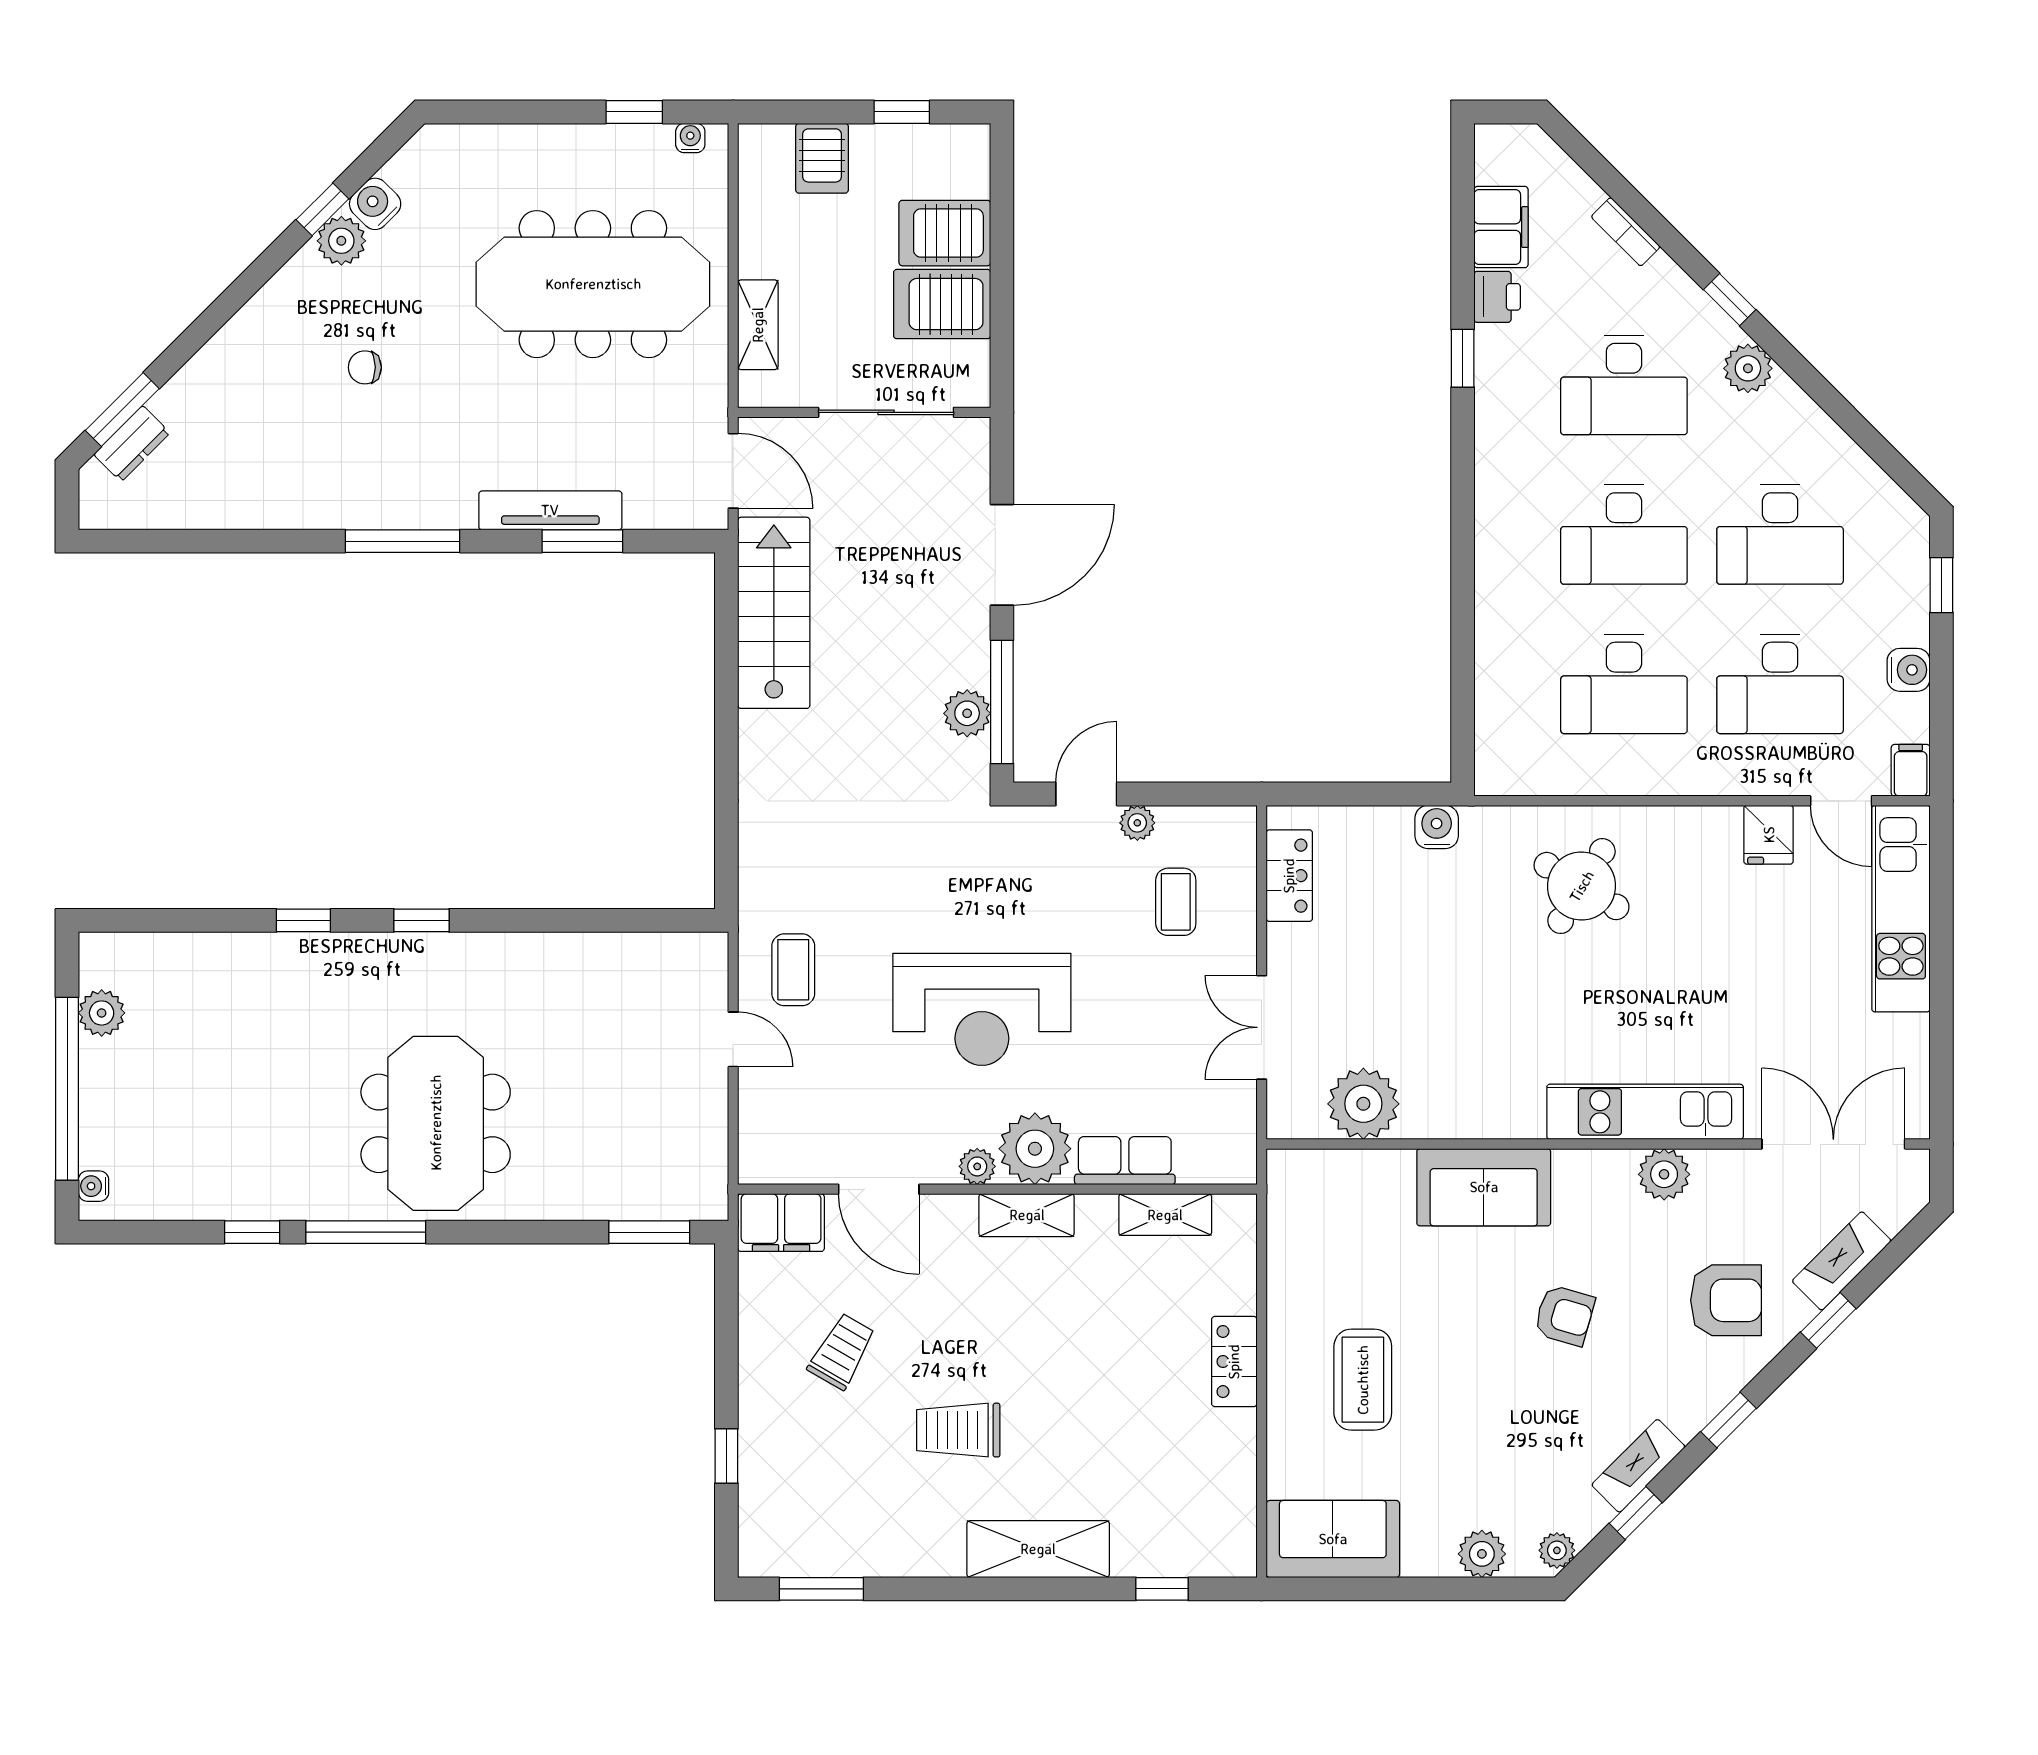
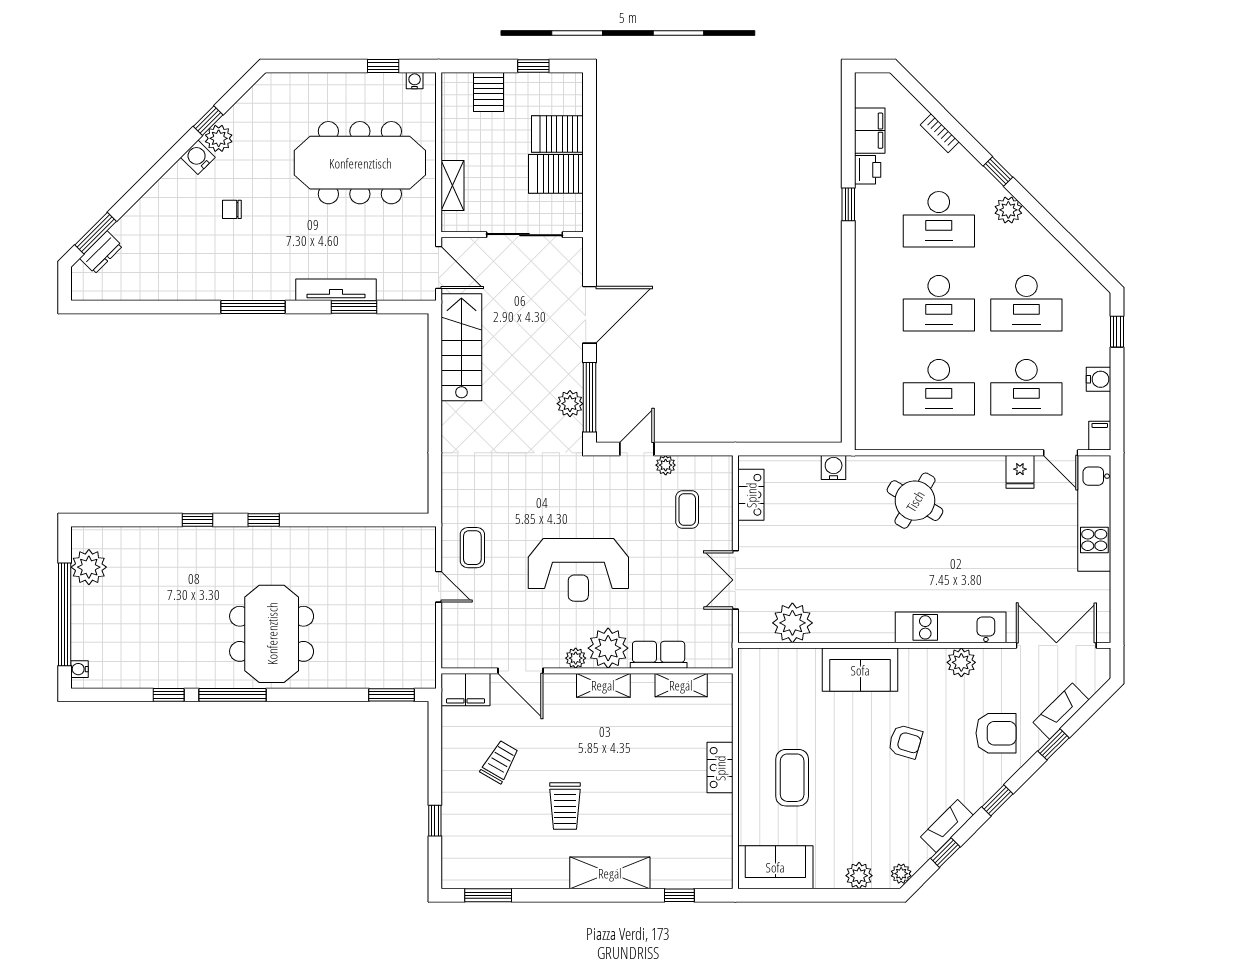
water cooler: (375, 204) -> (198, 157), moved
plant: (102, 1013) -> (89, 567), width x1.36, depth x1.36
trolley: (958, 1430) -> (565, 806), turned -90

